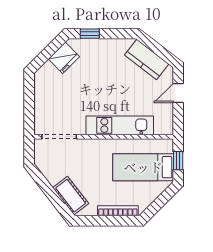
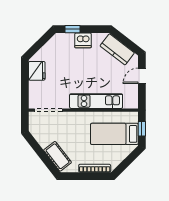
dishwasher: (103, 48) -> (83, 40), added
fridge: (64, 58) -> (37, 71), moved, turned -45

